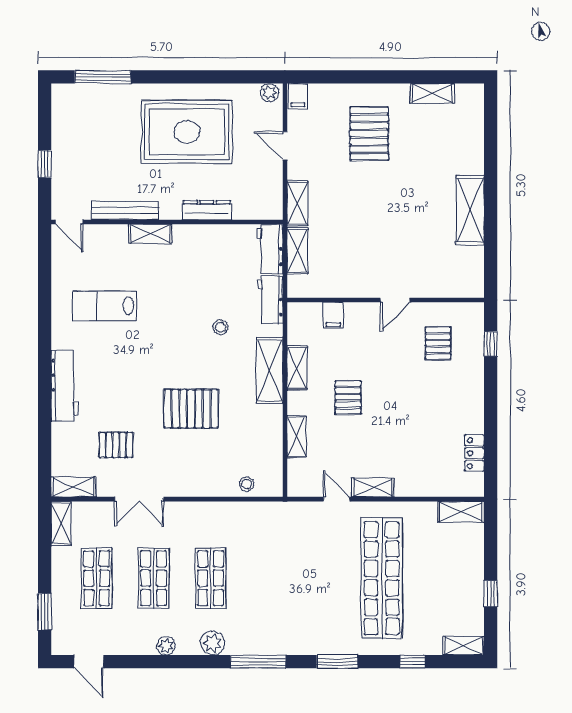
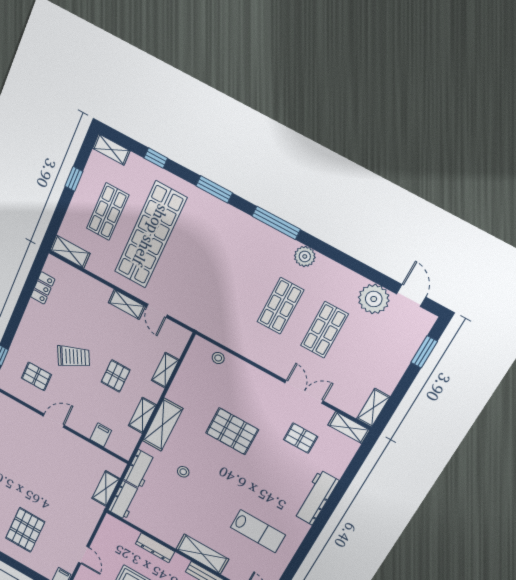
shelving: (297, 203) -> (92, 517), removed
shelving: (150, 234) -> (202, 554), width x1.50, depth x1.33
pallet: (438, 343) -> (36, 376), turned 90
trolley: (405, 392) -> (74, 357), added
shop shelf: (97, 578) -> (108, 212), moved
plant: (166, 646) -> (374, 299), moved, width x1.87, depth x1.87

